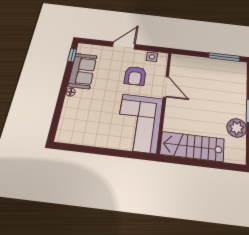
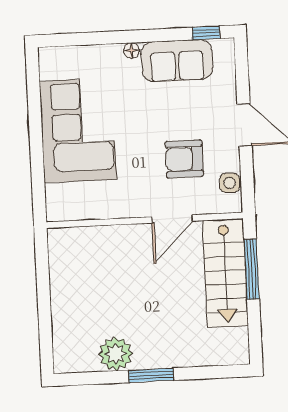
window: (224, 57) -> (252, 269), moved
corner sofa: (139, 123) -> (78, 130), moved, turned 90
stairs: (192, 147) -> (225, 273), moved, turned 180

